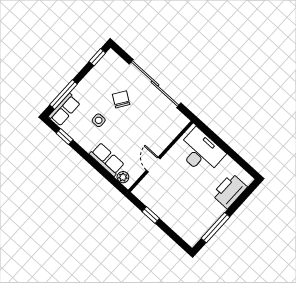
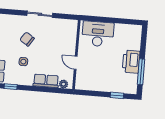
sliding door: (155, 84) -> (40, 14), width x0.54
printer: (230, 191) -> (131, 62), moved
window: (151, 215) -> (117, 95), moved

